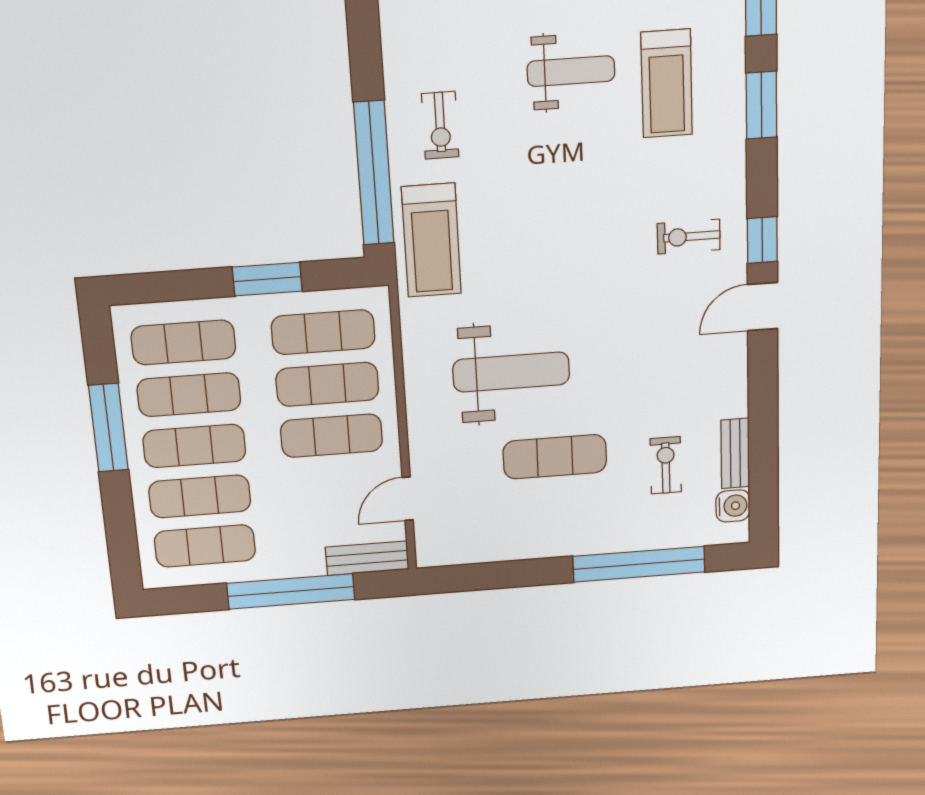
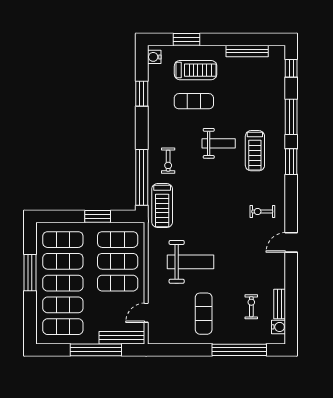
window: (762, 240) -> (291, 215), removed
exercise mat: (555, 457) -> (204, 314), moved, turned 90
bench: (367, 558) -> (122, 338), width x1.36

